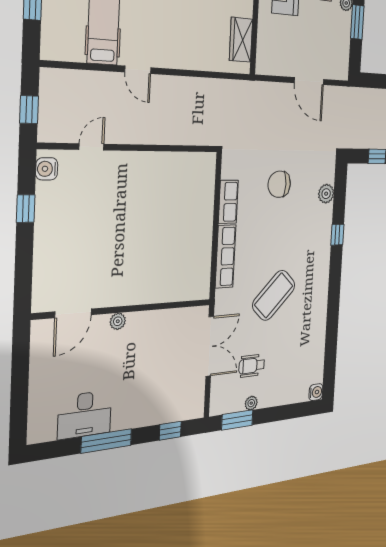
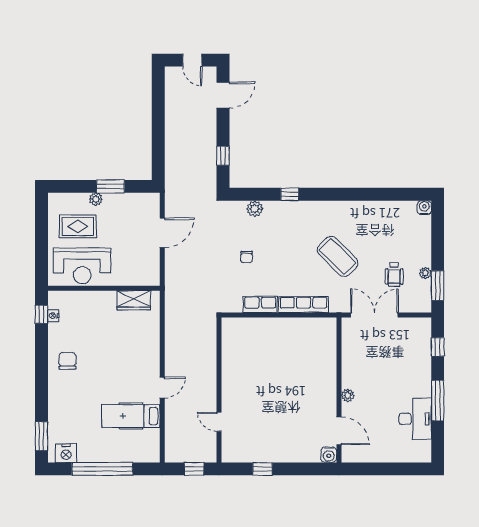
water cooler: (47, 169) -> (329, 455), moved
chair: (279, 184) -> (247, 257), width x0.54, depth x0.54

